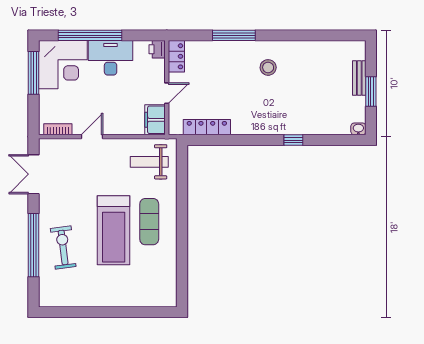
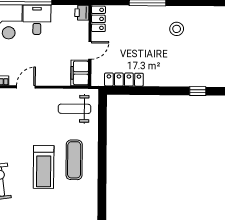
desk: (111, 58) -> (37, 20), width x0.73
treadmill: (114, 230) -> (44, 167), width x0.73, depth x0.73

